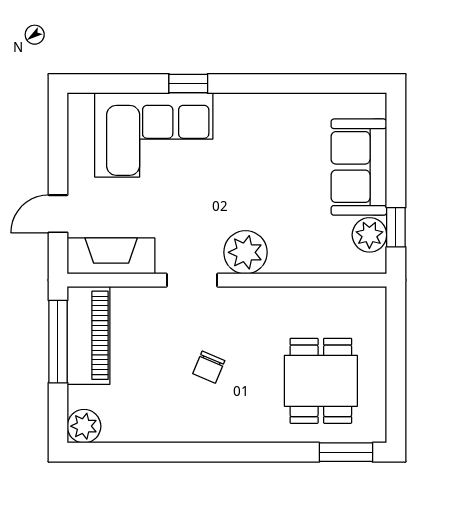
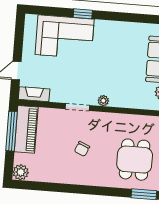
plant: (245, 252) -> (103, 101), width x0.53, depth x0.53
fireplace: (111, 256) -> (34, 94), width x0.73, depth x0.76

